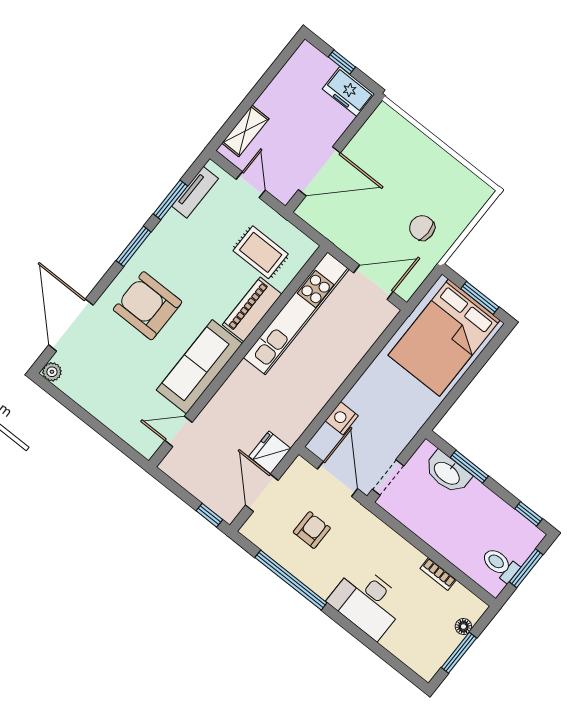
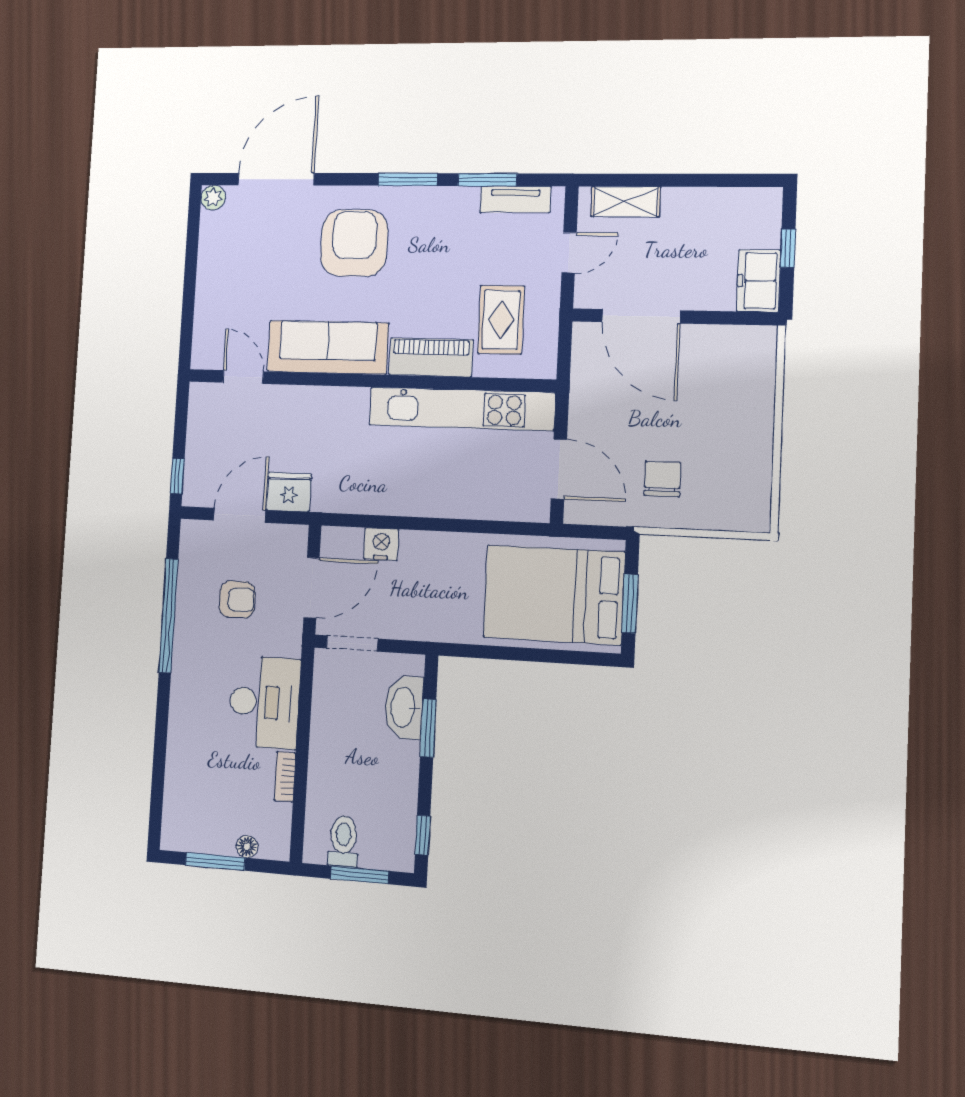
desk: (367, 602) -> (264, 702), moved, turned 180

